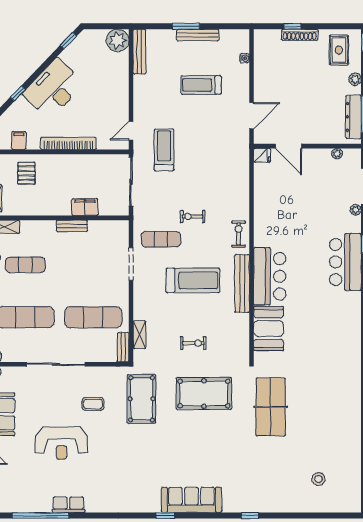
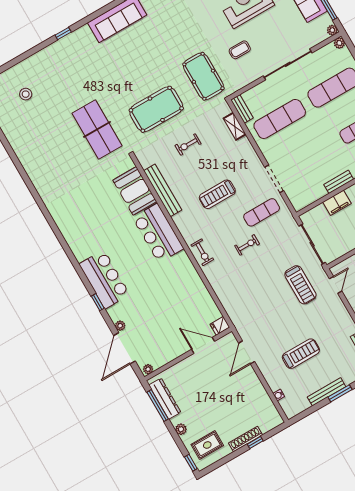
rug: (339, 50) -> (207, 445), turned 90
plant: (337, 154) -> (148, 369), moved
treadmill: (193, 280) -> (217, 194), width x0.73, depth x0.73
bench: (242, 283) -> (163, 190), moved

